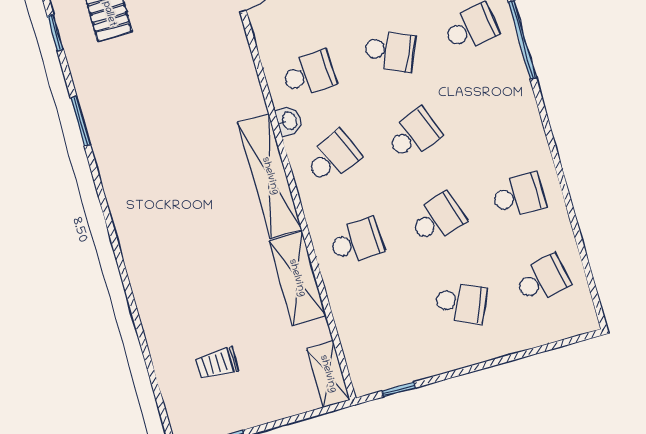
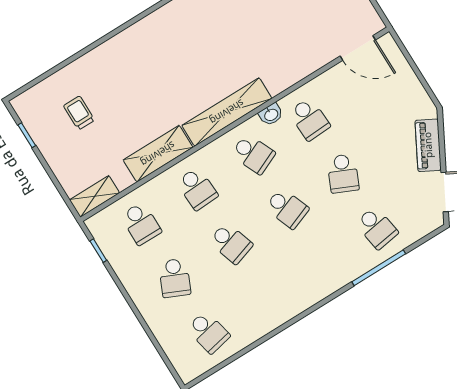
school desk: (519, 196) -> (141, 224), moved

